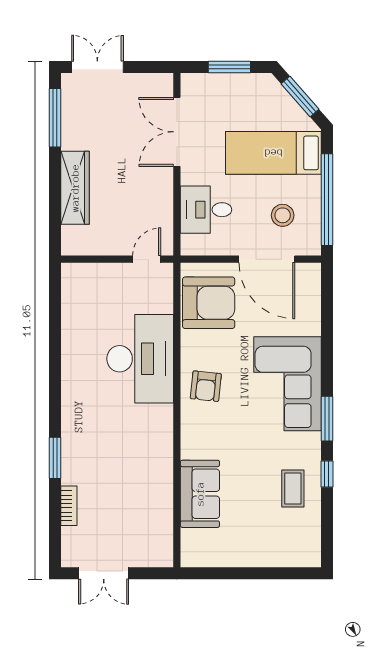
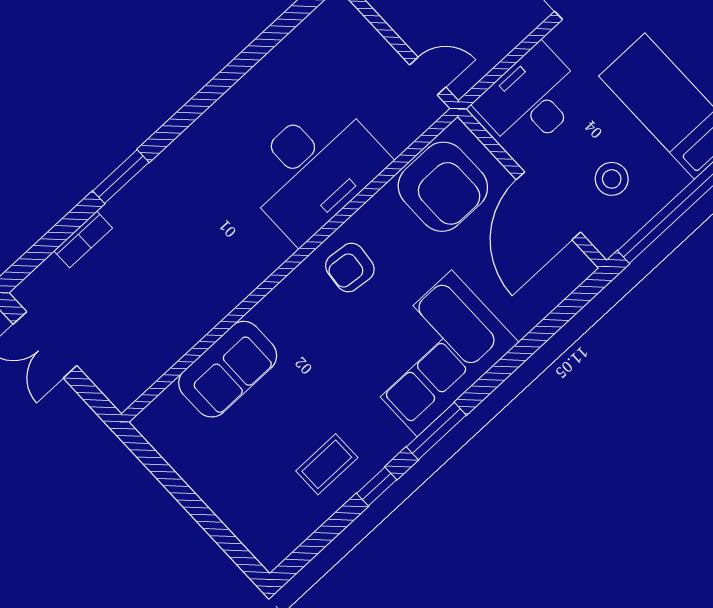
desk: (206, 210) -> (531, 99), width x1.37

